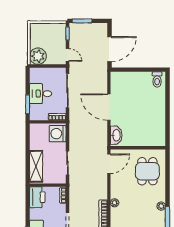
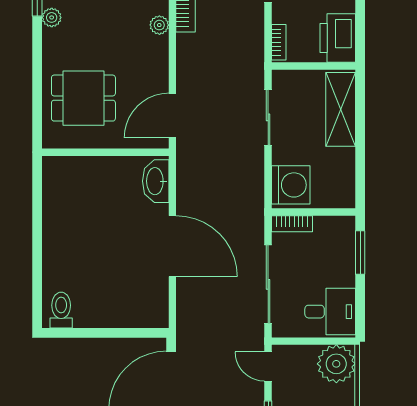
desk: (41, 94) -> (330, 312), moved
dining table: (147, 171) -> (83, 98), turned 90

